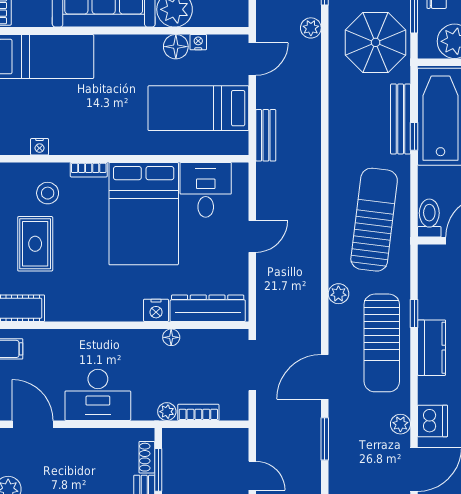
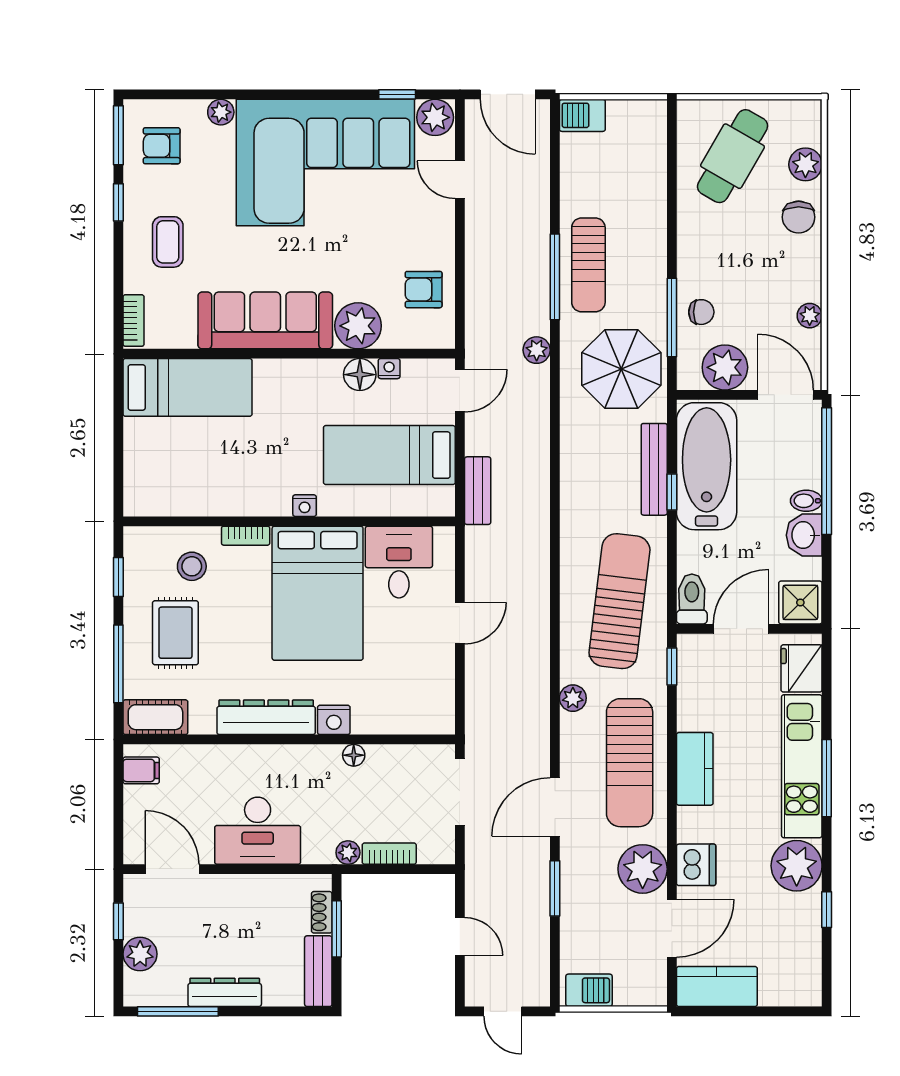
nightstand: (40, 147) -> (305, 506), moved
dresser: (208, 308) -> (266, 717), moved
window: (414, 314) -> (672, 667), moved
plant: (400, 424) -> (643, 869), width x1.87, depth x1.87

